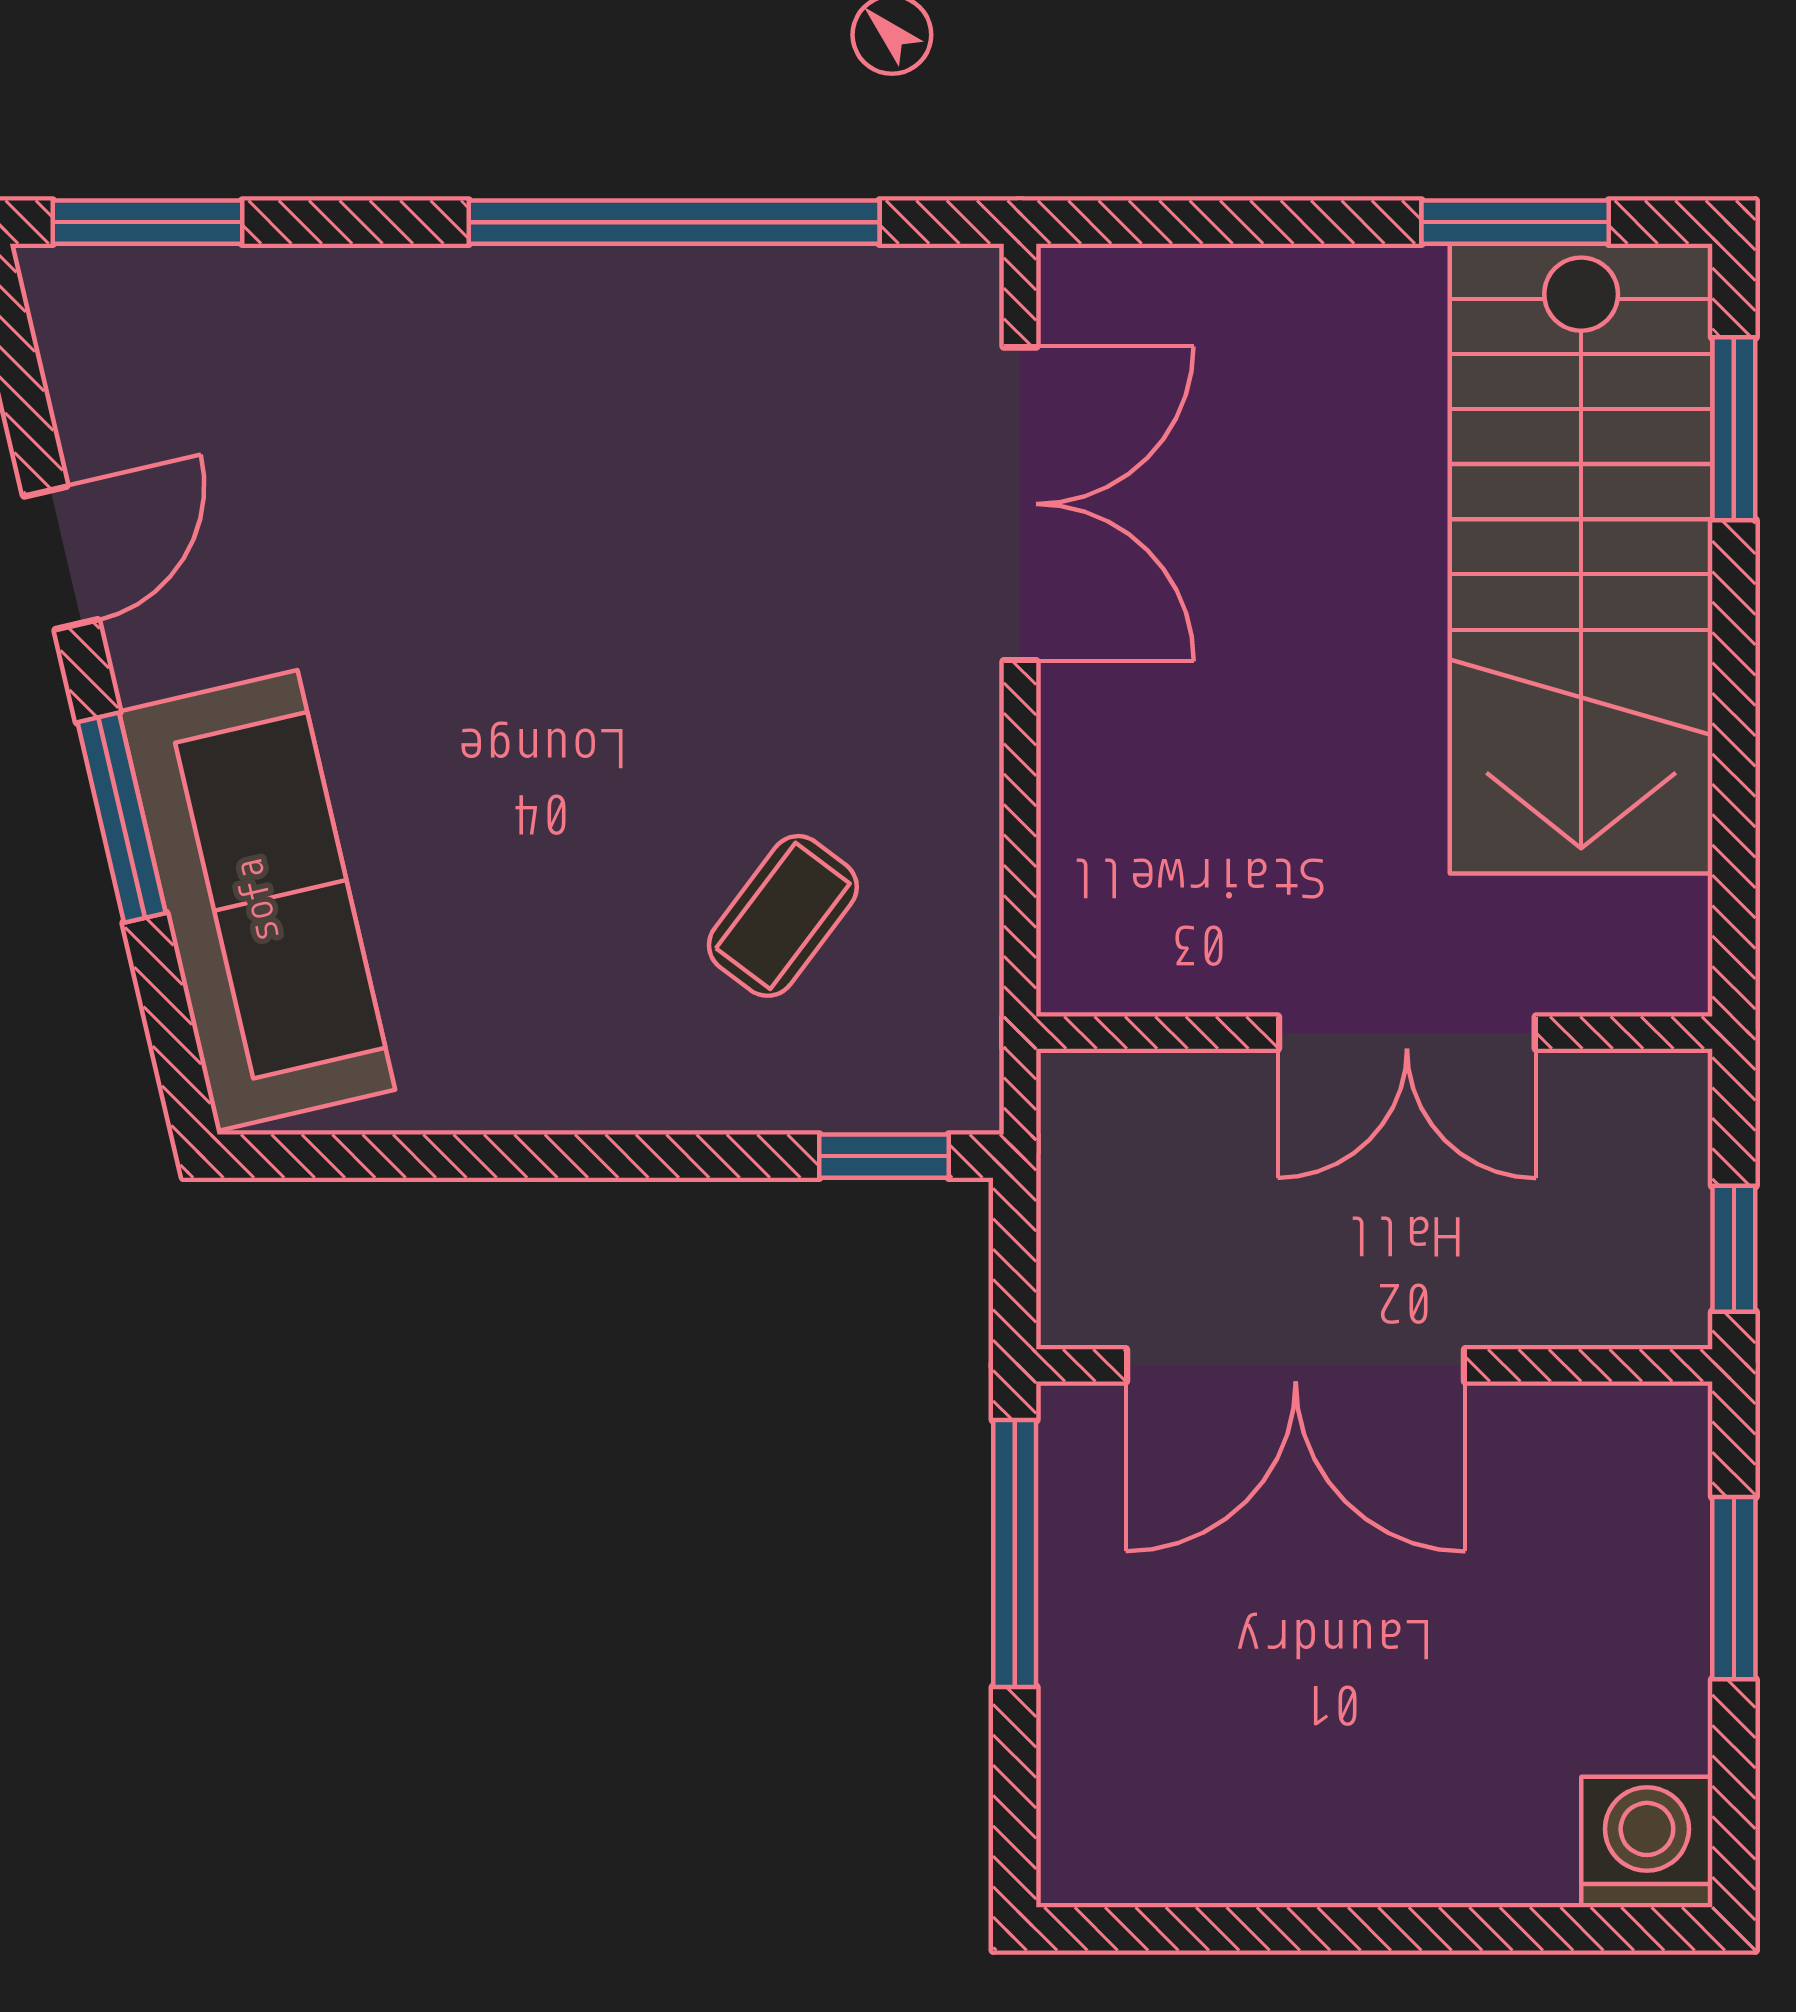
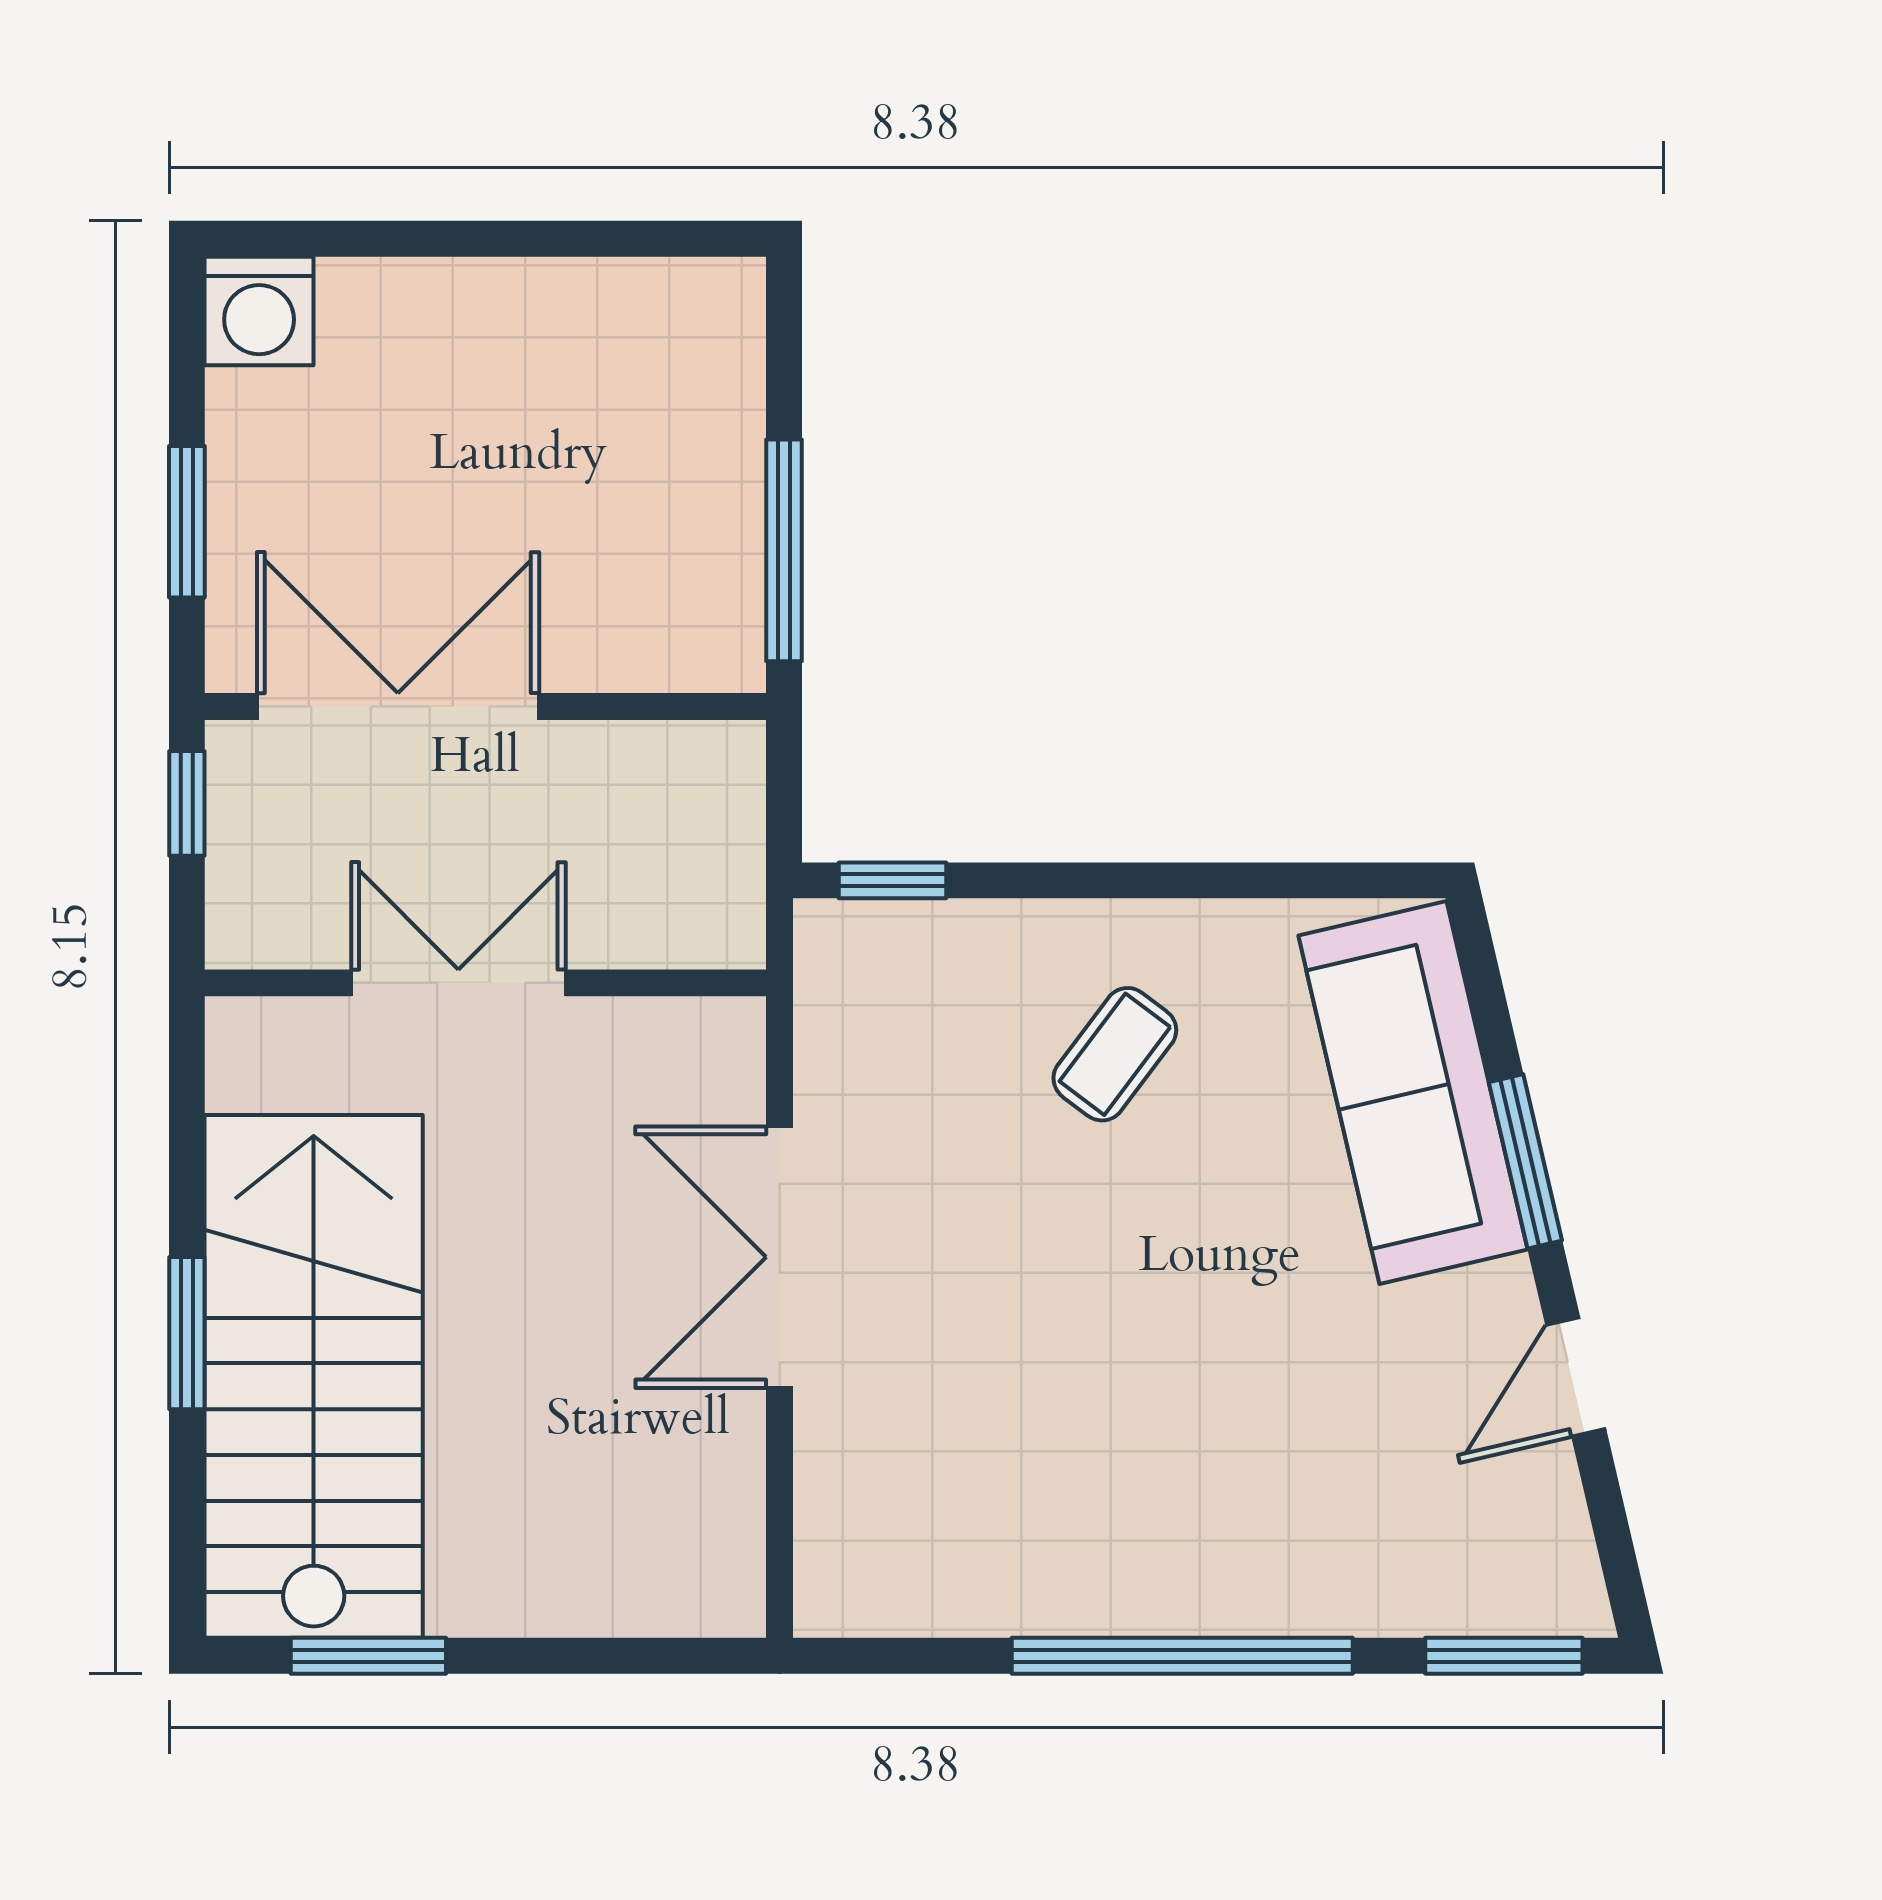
window: (674, 222) -> (1182, 1656), moved
window: (1734, 429) -> (187, 1333), moved
double door: (1020, 504) -> (780, 1257), moved
coffee table: (783, 916) -> (1115, 1054), moved
double door: (1296, 1365) -> (398, 707), moved

